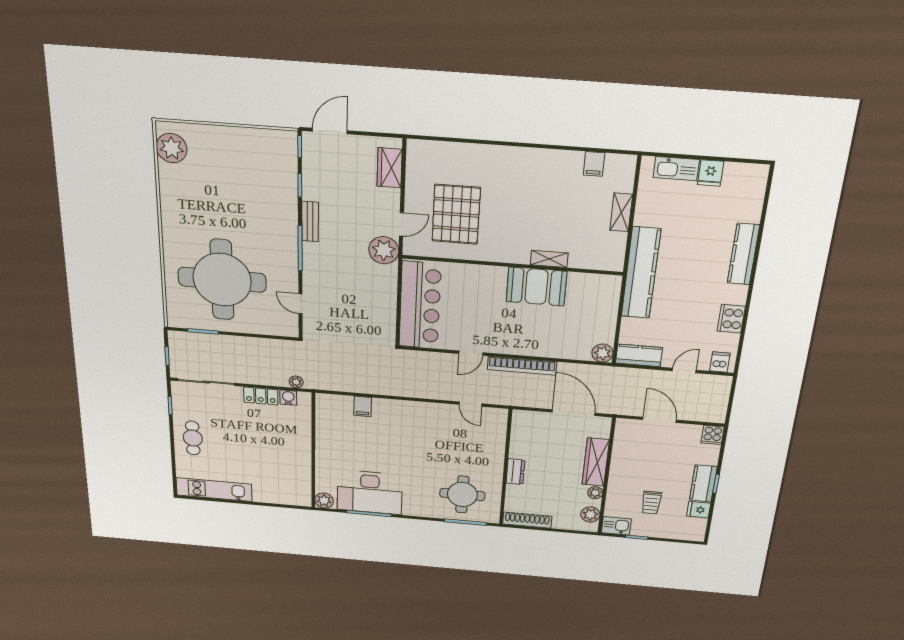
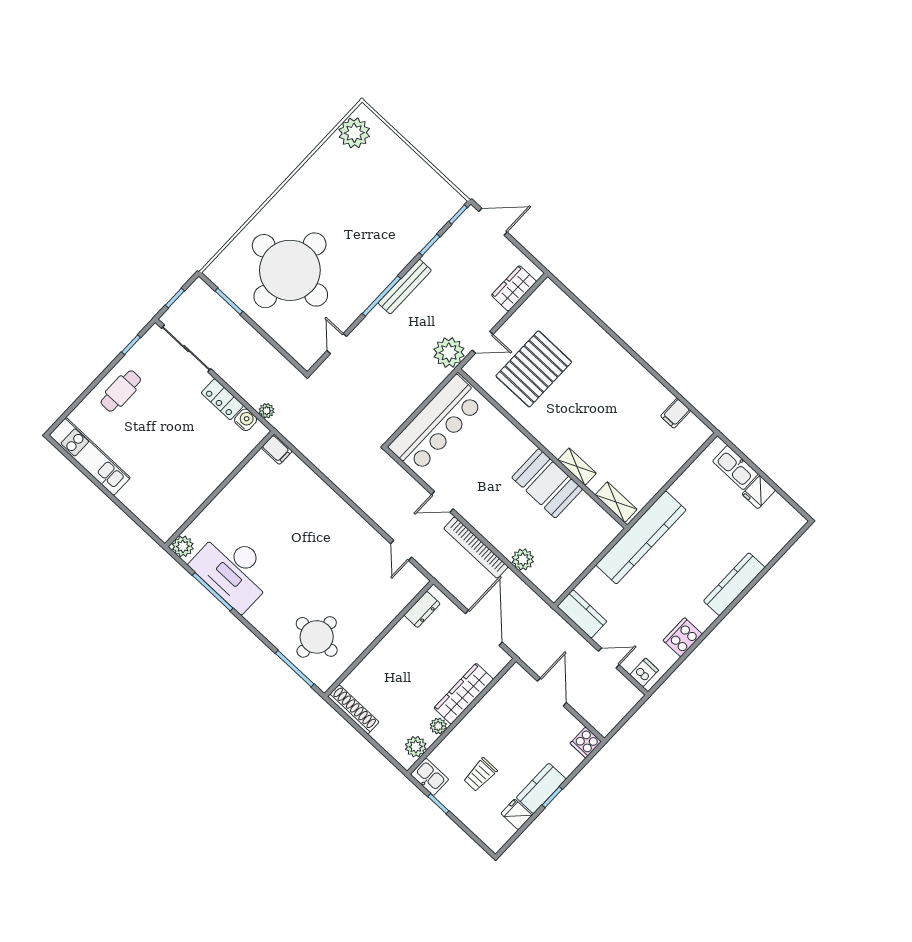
shelving: (621, 212) -> (616, 502), moved, turned 90
bench: (310, 222) -> (405, 287), width x1.36
plant: (602, 353) -> (523, 559), moved
filing cabinet: (363, 406) -> (277, 449), moved, turned -90
dresser: (515, 472) -> (422, 609), moved

